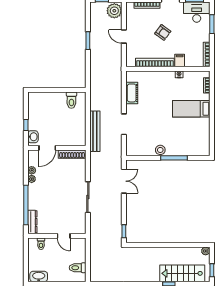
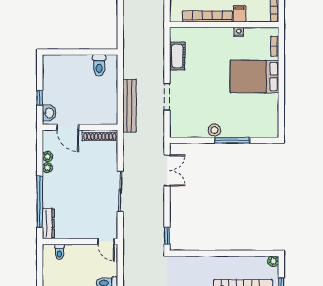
bed: (191, 109) -> (255, 77), width x1.50
door: (47, 148) -> (68, 127), hinge flipped
door: (64, 236) -> (106, 242), moved

